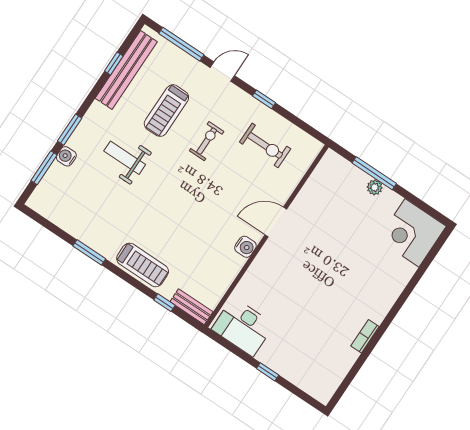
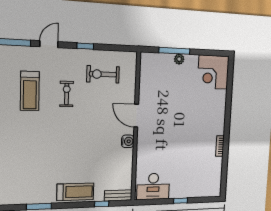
exercise bike: (265, 145) -> (103, 74), turned 180
weight bench: (125, 158) -> (23, 137), removed
door: (276, 222) -> (136, 116), hinge flipped

